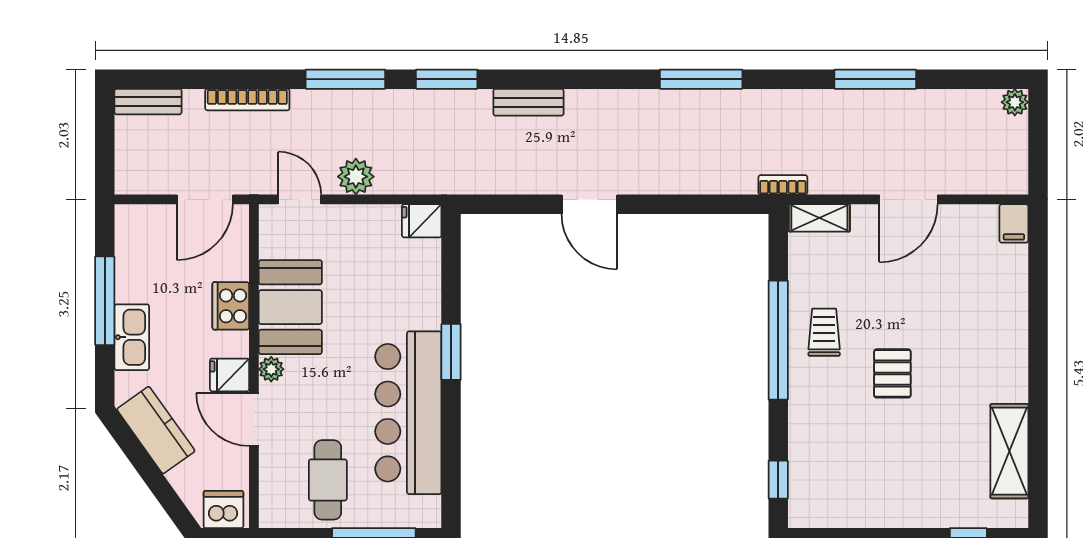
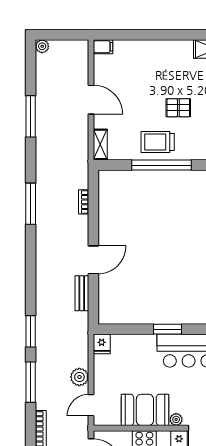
bench: (528, 102) -> (82, 293), moved
bookcase: (783, 185) -> (84, 202), moved
trolley: (824, 332) -> (158, 142), width x1.36, depth x1.39

